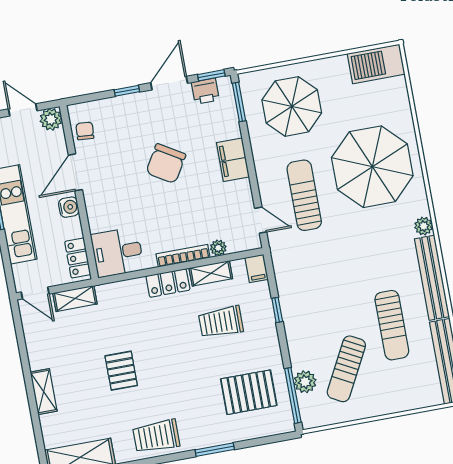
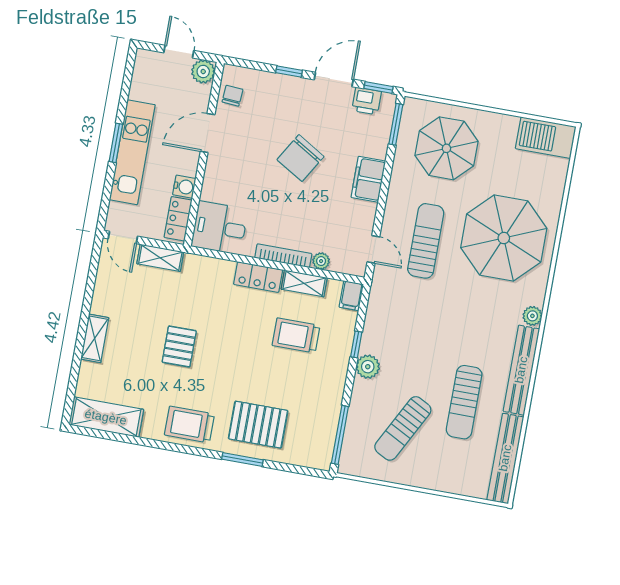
water cooler: (69, 207) -> (184, 187), moved
plant: (305, 382) -> (368, 367), moved
pallet: (249, 392) -> (258, 425), moved

